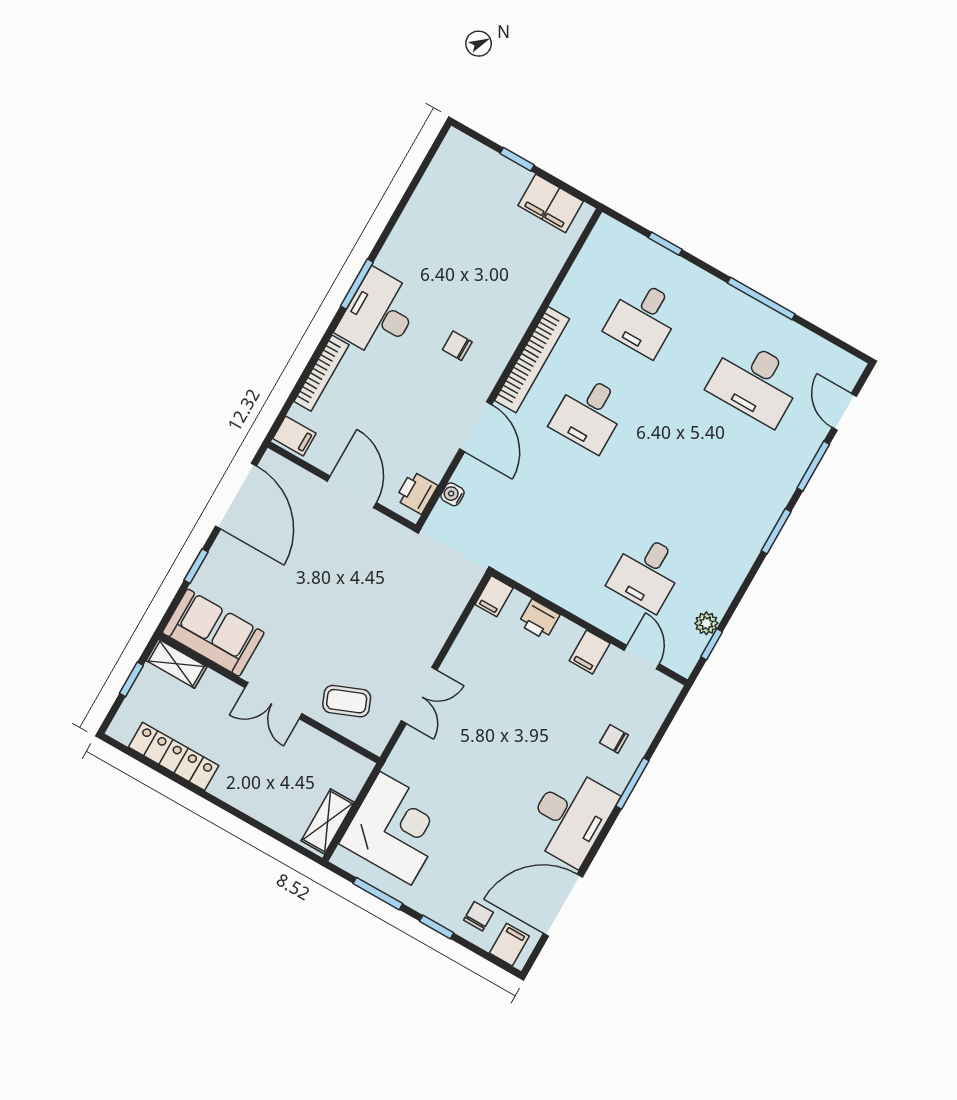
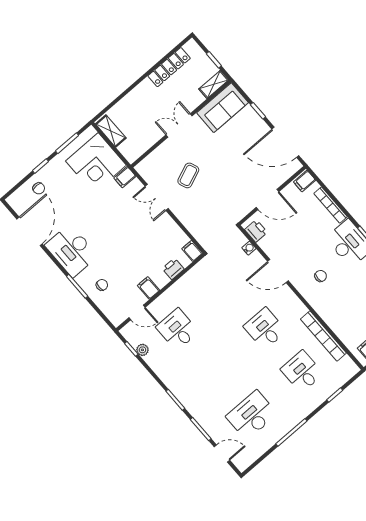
bookcase: (532, 360) -> (323, 336), moved
coffee table: (347, 701) -> (188, 175), moved
filing cabinet: (509, 945) -> (125, 177), moved, turned 90

